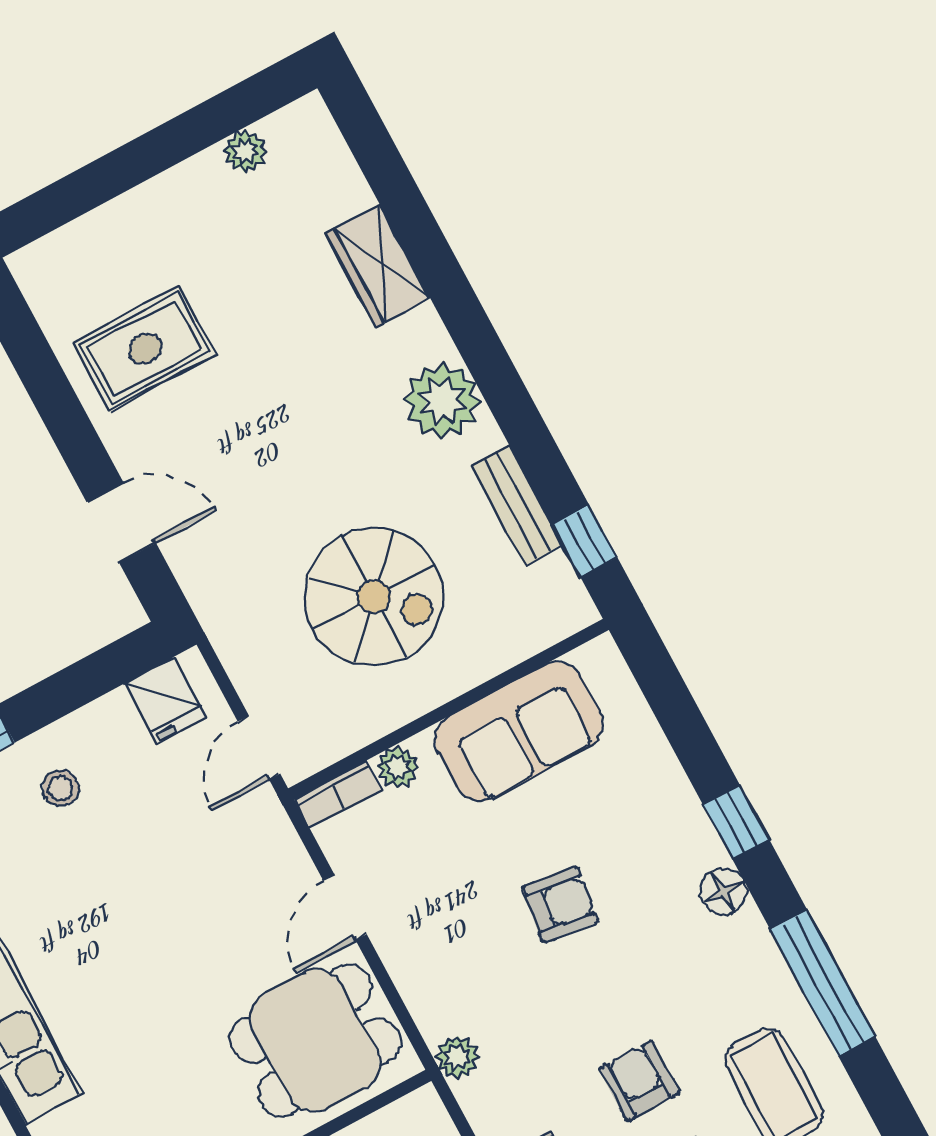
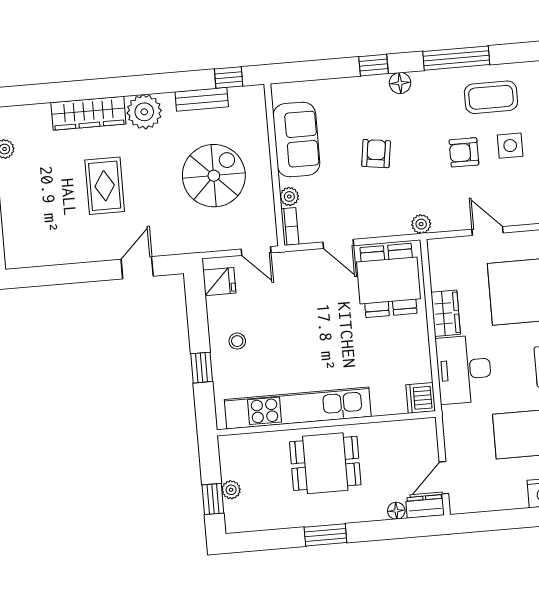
wardrobe: (378, 266) -> (88, 113), width x1.50
rug: (145, 349) -> (105, 186), moved

